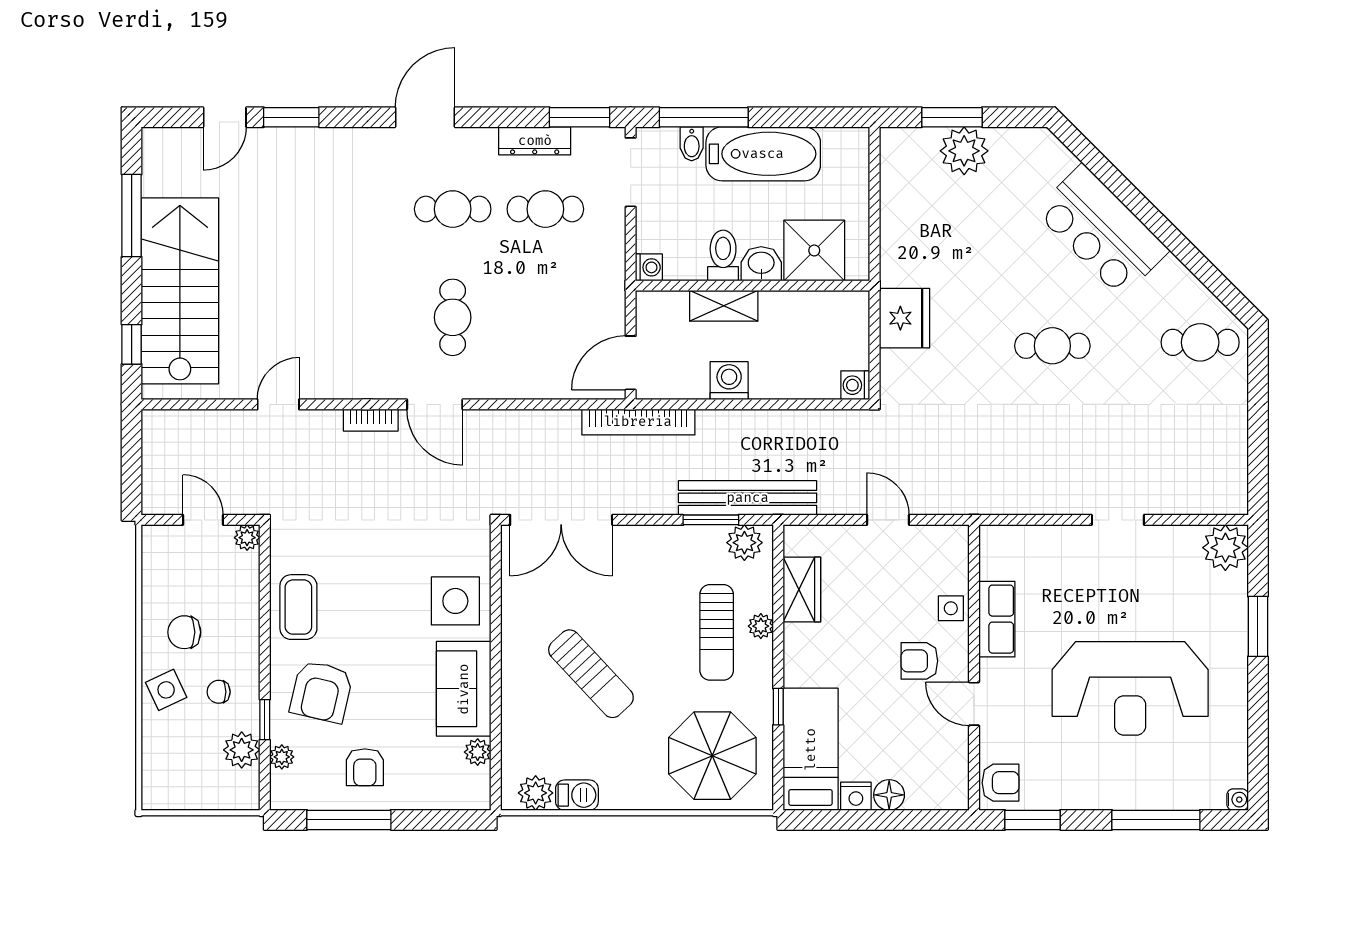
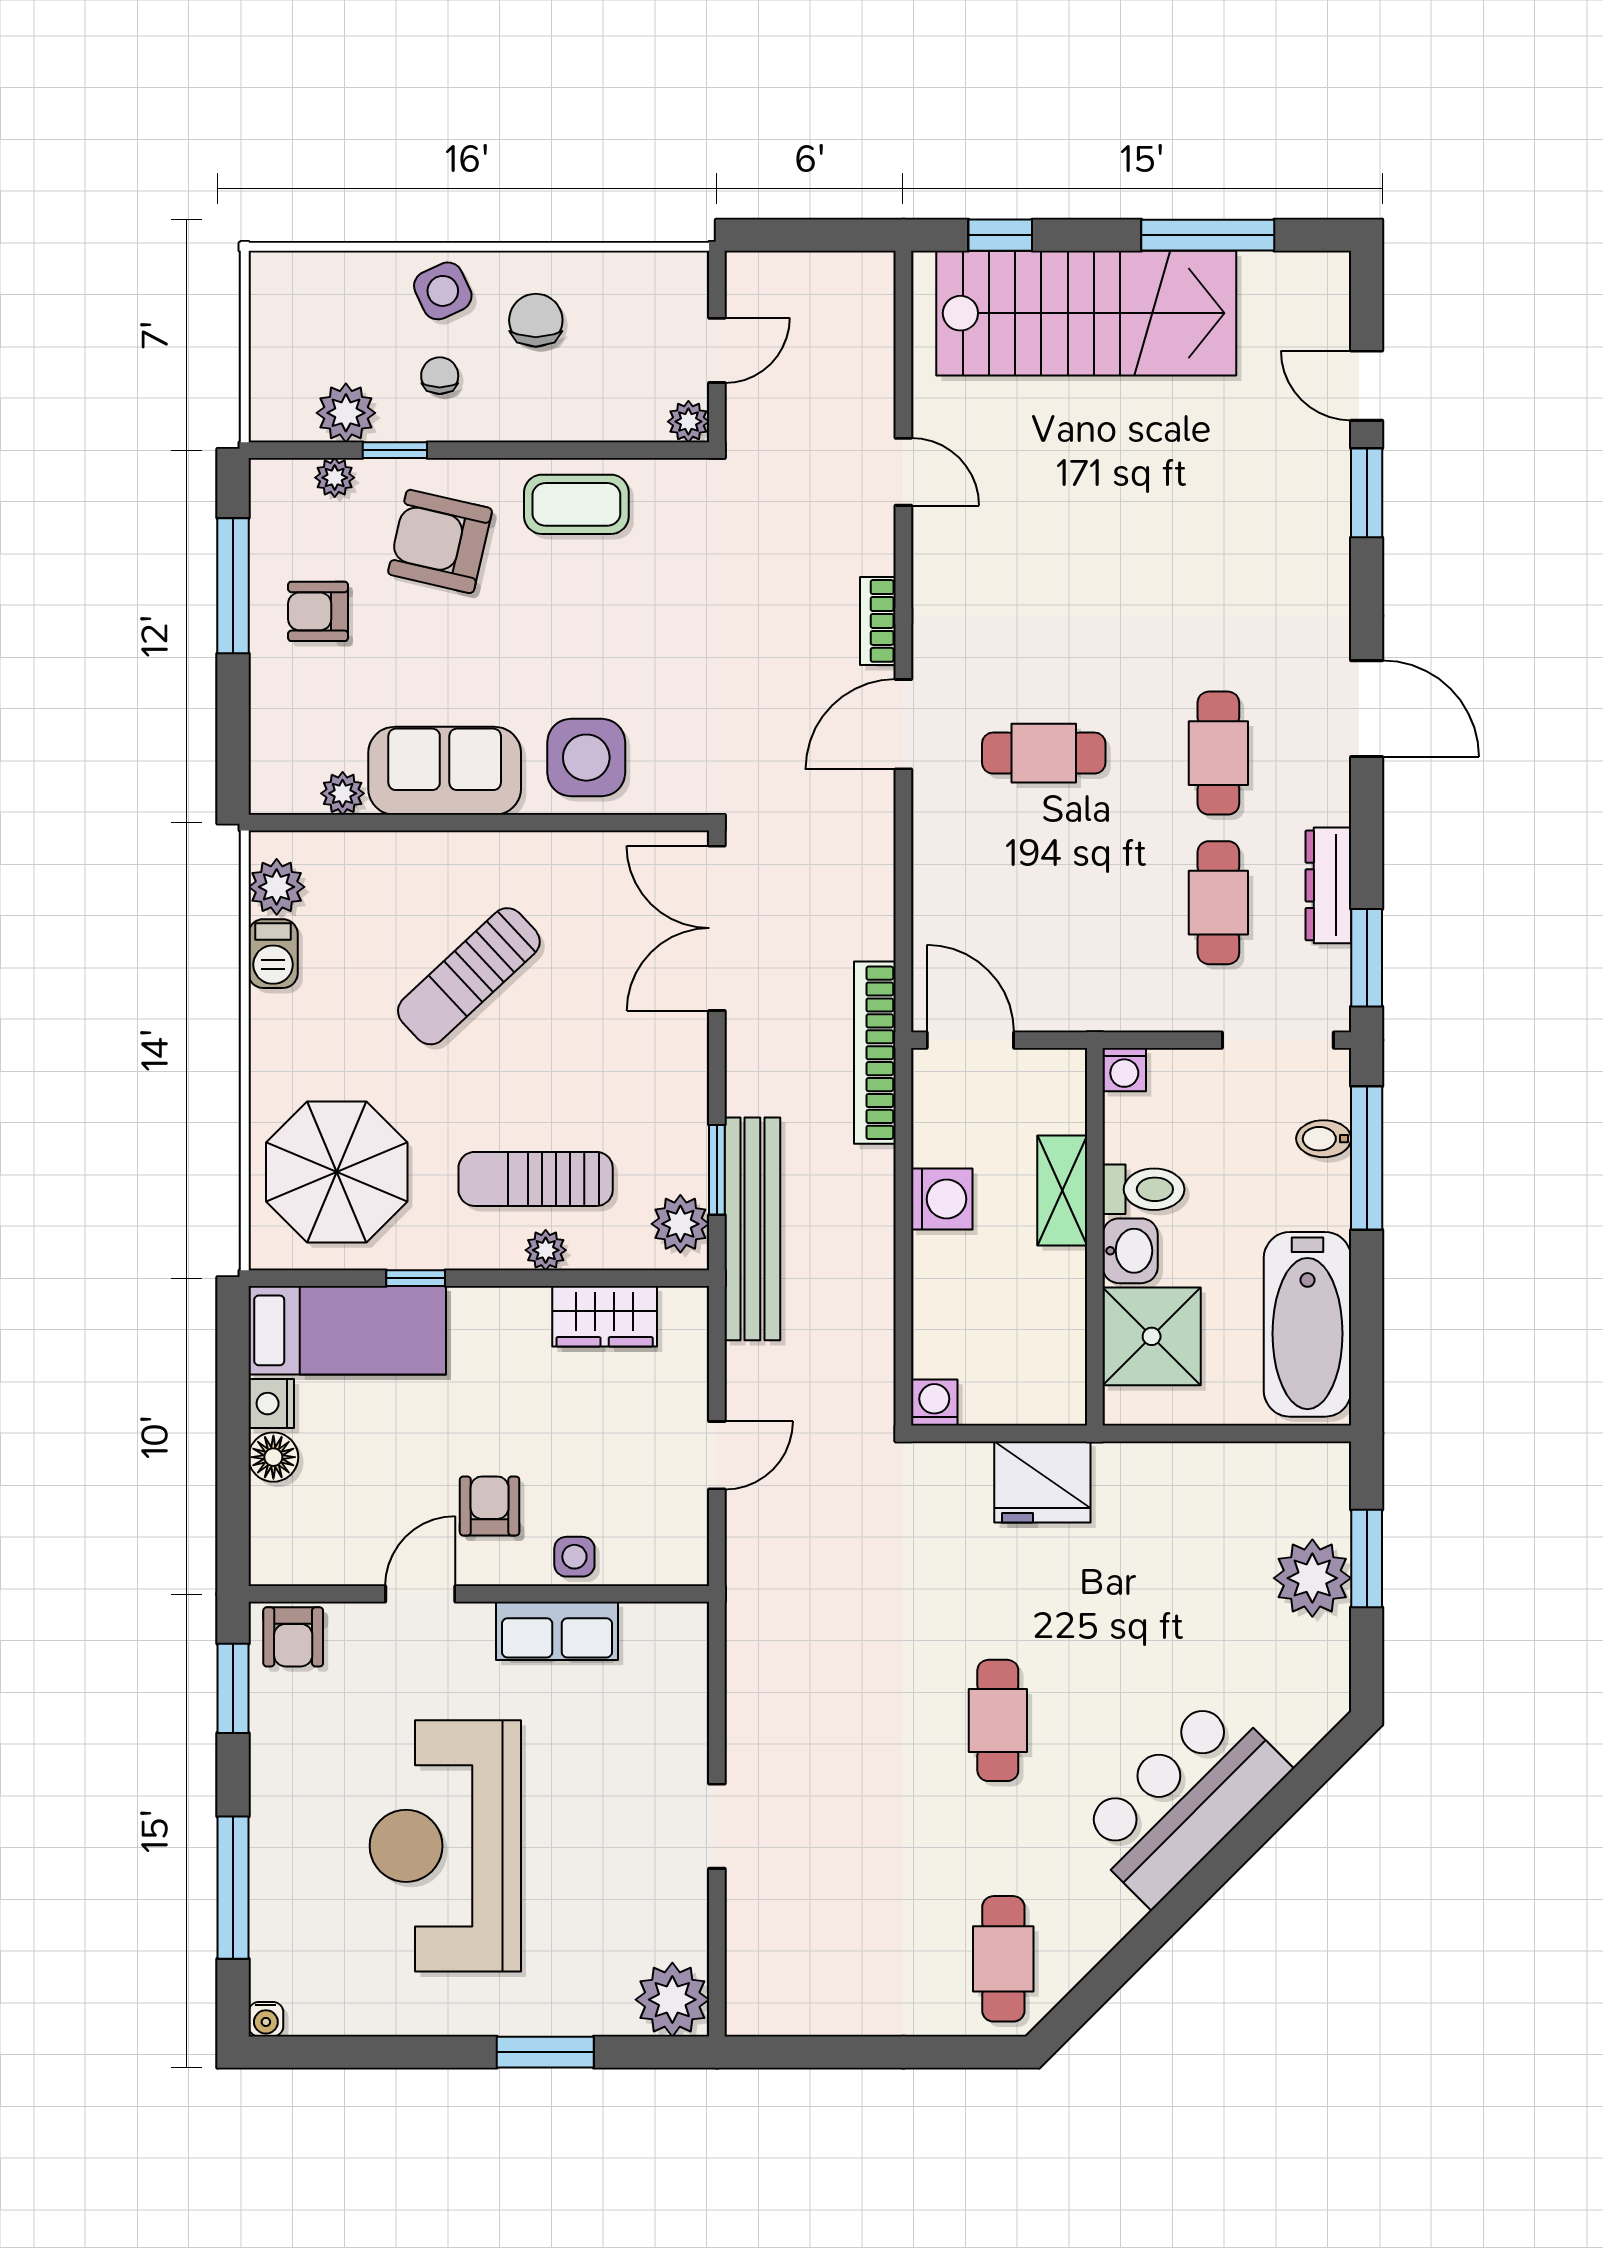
bathtub: (763, 154) -> (1307, 1324), moved

